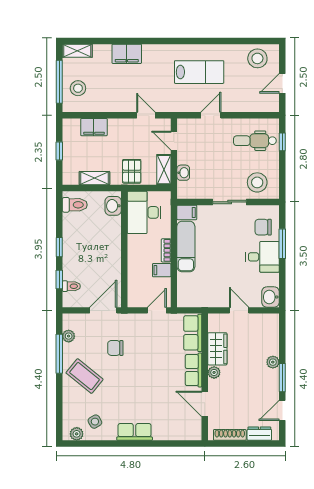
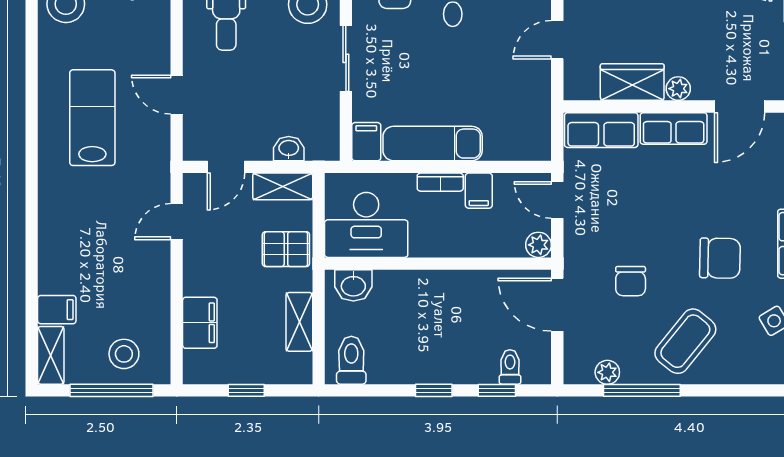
filing cabinet: (127, 54) -> (57, 310), moved, width x0.50
plant: (134, 301) -> (538, 245), added
chair: (127, 394) -> (720, 258), added

